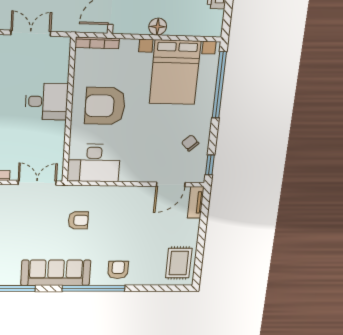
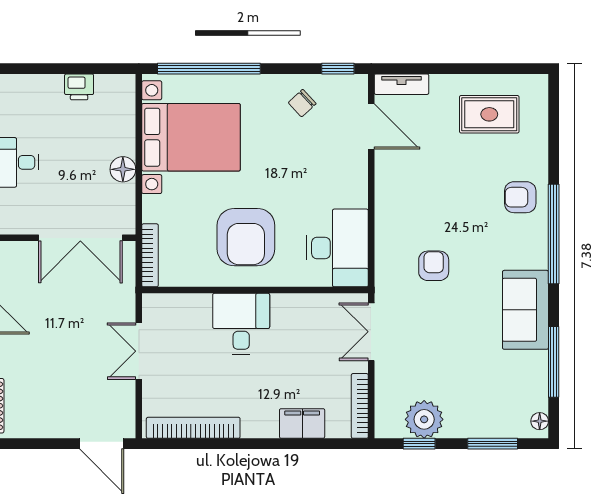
rug: (179, 263) -> (489, 114), moved
sofa: (56, 273) -> (525, 310), width x0.73

